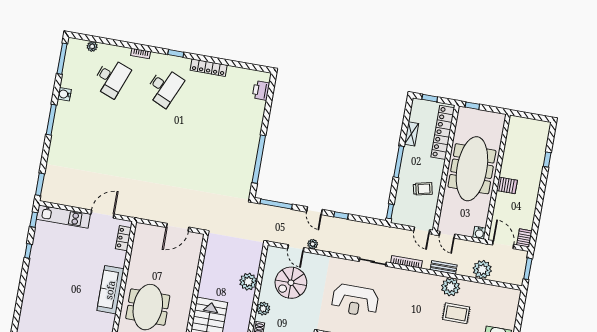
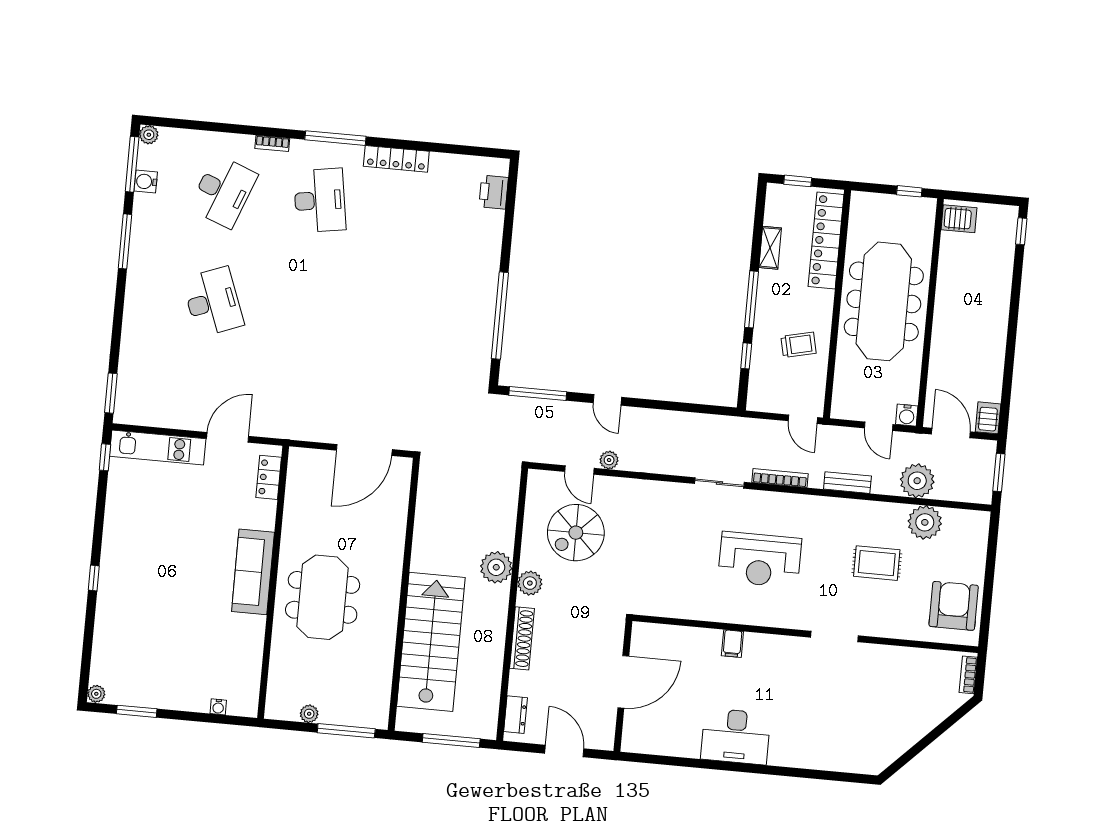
plant: (92, 46) -> (149, 135), moved
window: (176, 53) -> (335, 138), width x2.17
desk: (164, 87) -> (320, 200), turned -33
water cooler: (64, 94) -> (146, 182), moved
window: (472, 106) -> (909, 191), moved
window: (51, 120) -> (125, 241), moved
desk: (101, 138) -> (213, 302), added
window: (547, 159) -> (1021, 231), moved
server rack: (507, 185) -> (959, 219), moved
window: (390, 211) -> (746, 356), moved
window: (341, 215) -> (656, 404), removed
door: (178, 227) -> (364, 450), width x1.36
door: (447, 235) -> (879, 426), moved
window: (28, 251) -> (94, 578), moved
plant: (248, 282) -> (496, 567), moved
plant: (451, 287) -> (925, 522), moved
reception desk: (355, 300) -> (760, 560), moved

